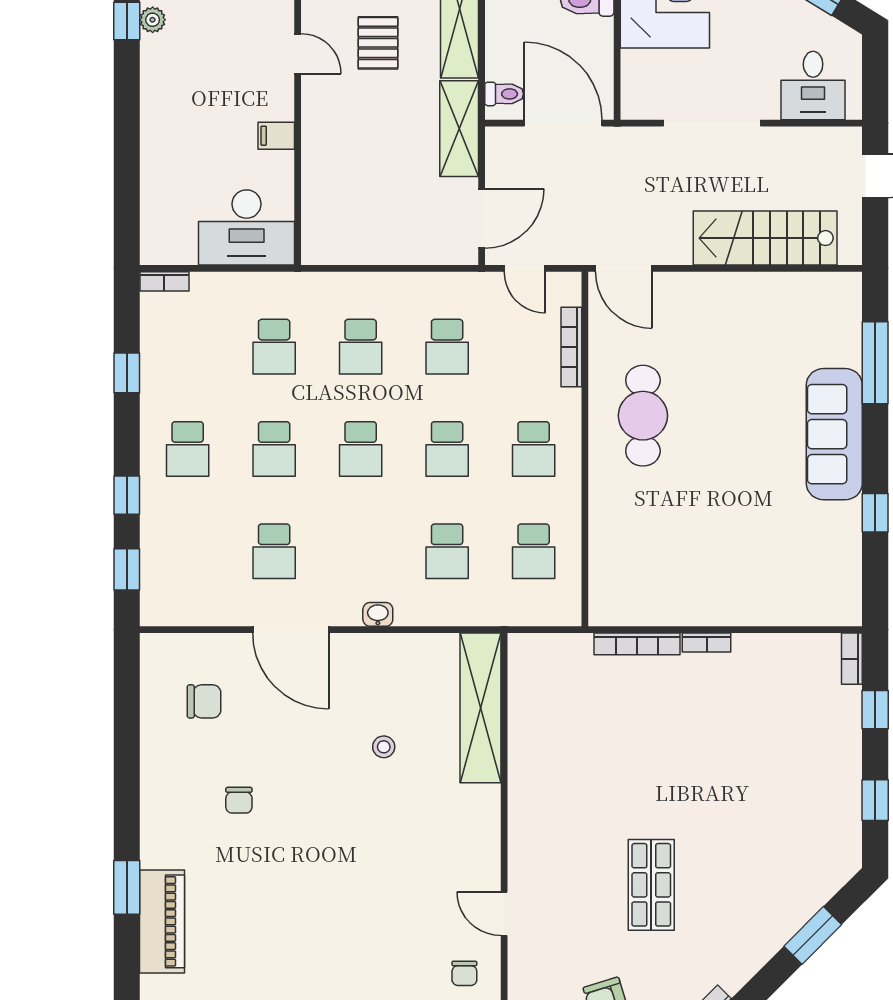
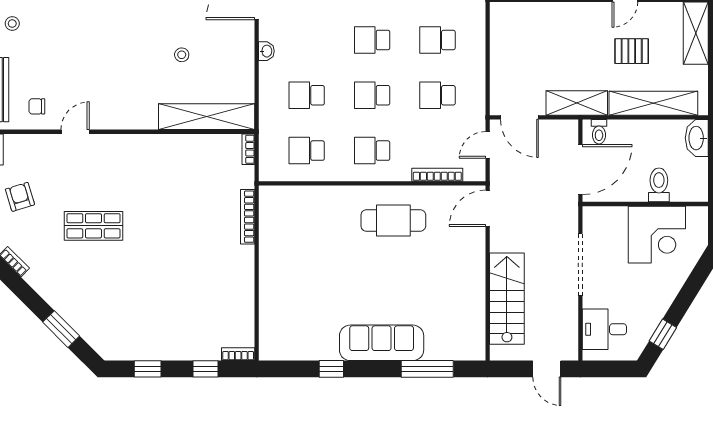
bookcase: (707, 642) -> (248, 149), moved

